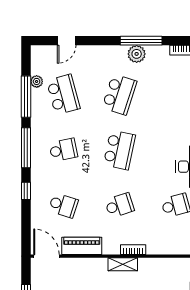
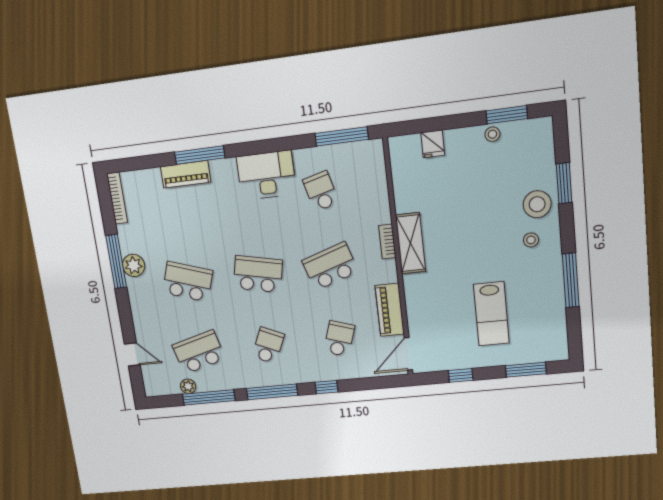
school desk: (63, 150) -> (268, 346), turned 36
school desk: (119, 205) -> (330, 266), width x1.85
shelving: (123, 264) -> (411, 243), width x1.50, depth x1.33

